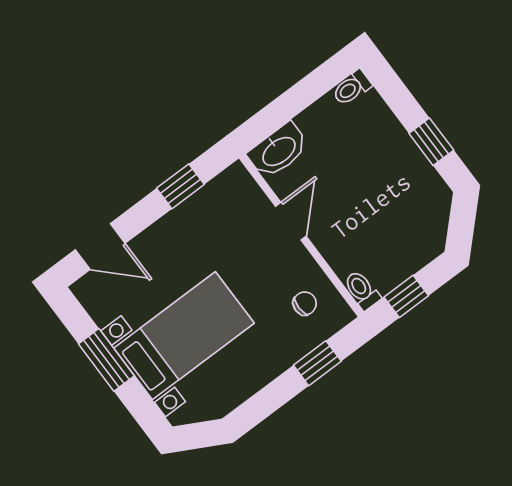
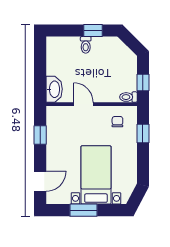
toilet: (352, 88) -> (86, 45), moved

